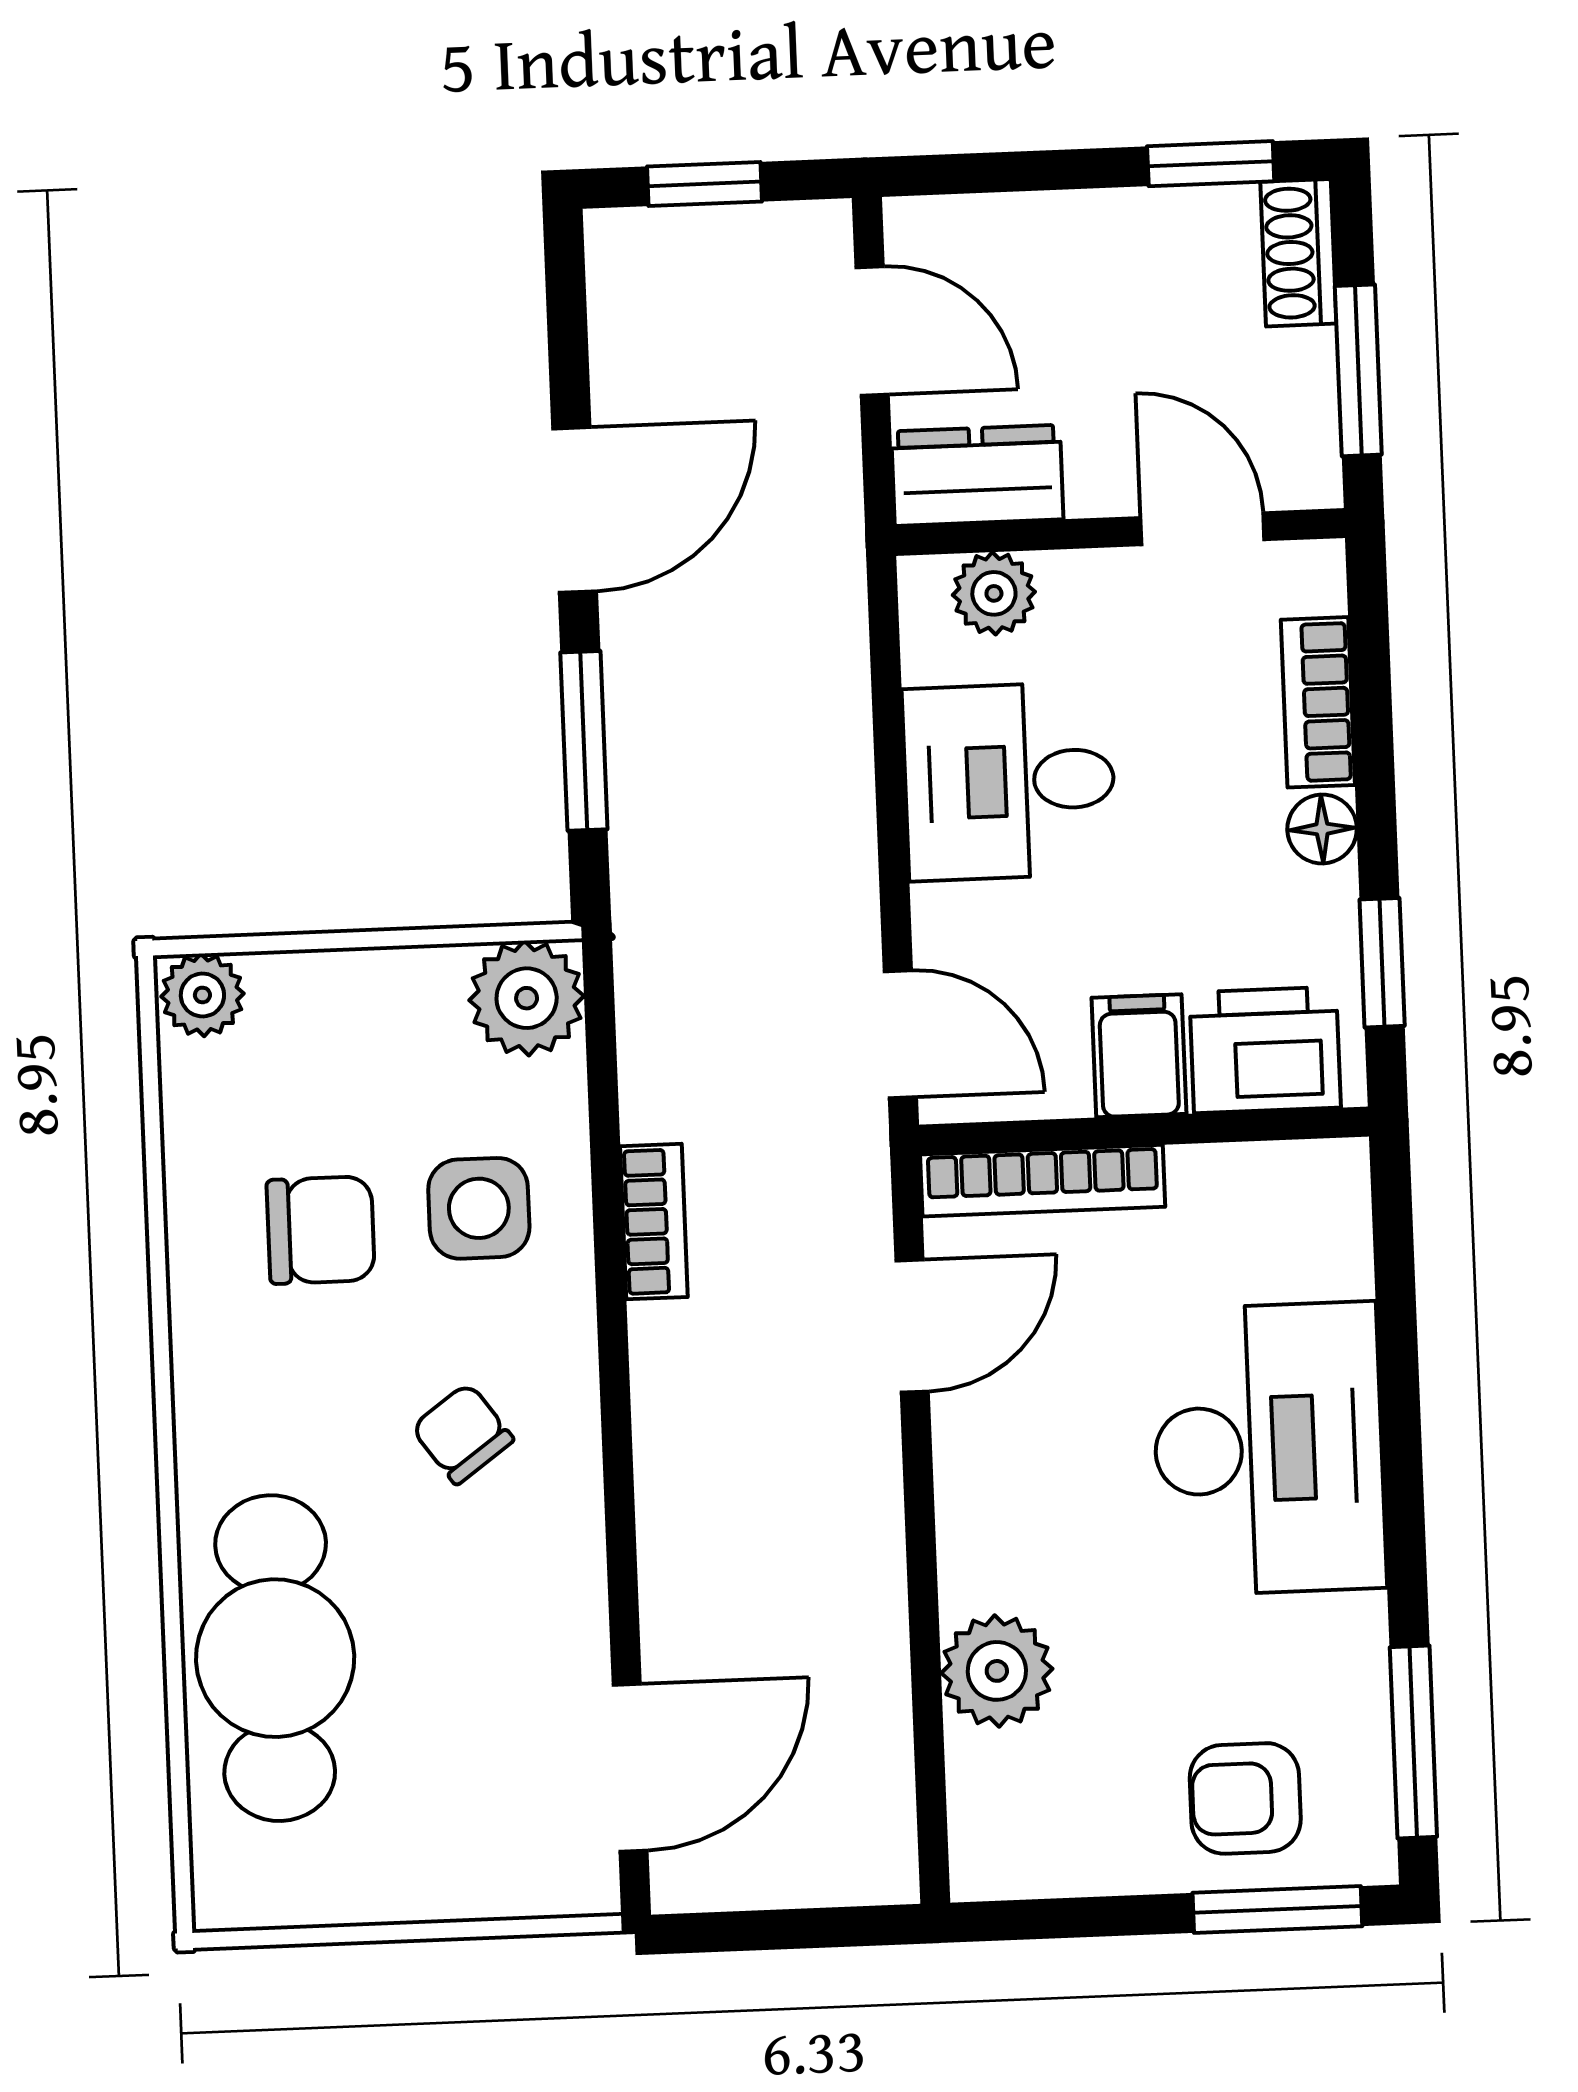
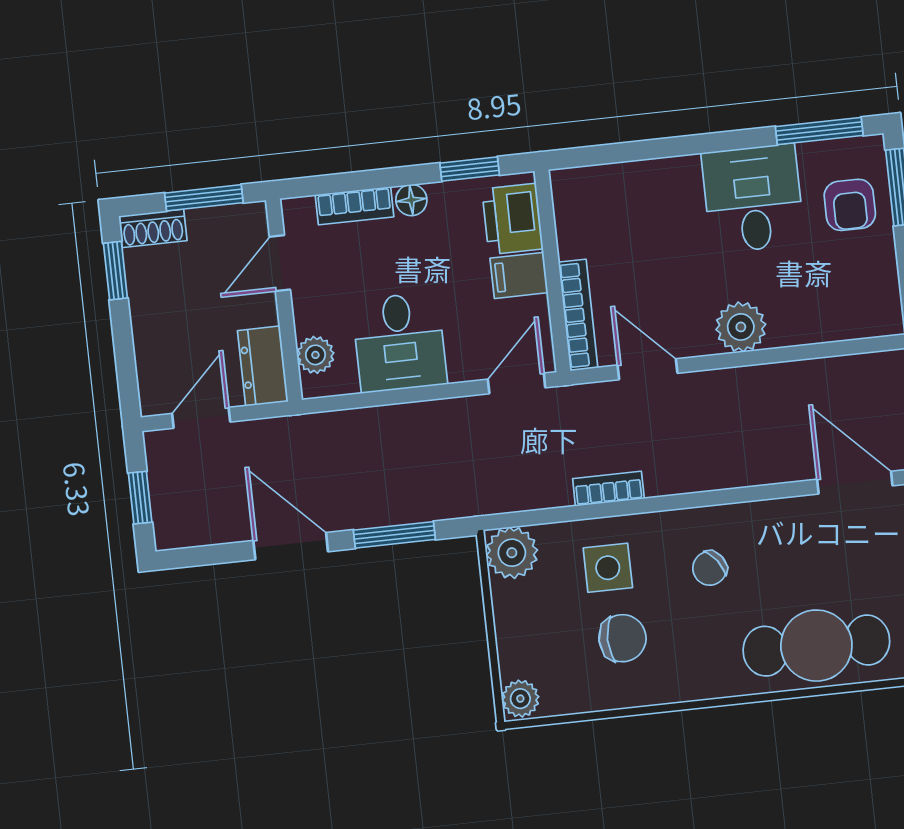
chair: (321, 1230) -> (622, 638), turned 90
desk: (1269, 1449) -> (753, 198), moved, width x0.73
plant: (997, 1671) -> (741, 327), moved

